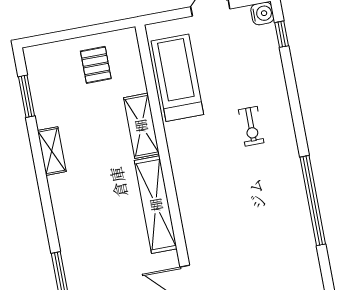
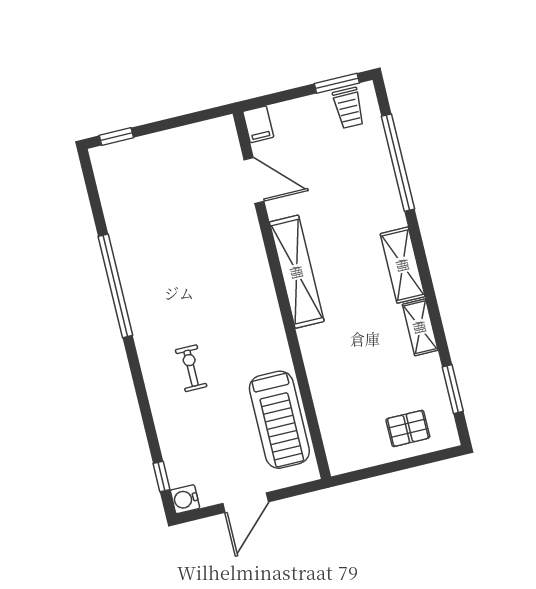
pallet: (96, 65) -> (408, 428), moved, turned 90
shelving: (141, 126) -> (403, 265), moved

